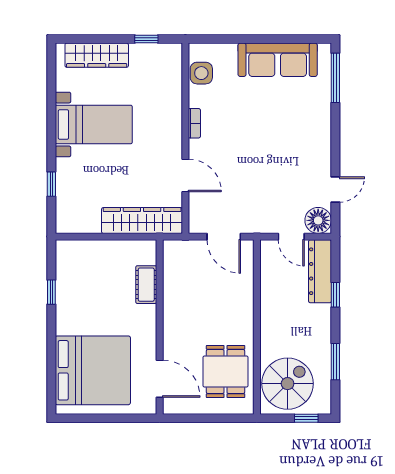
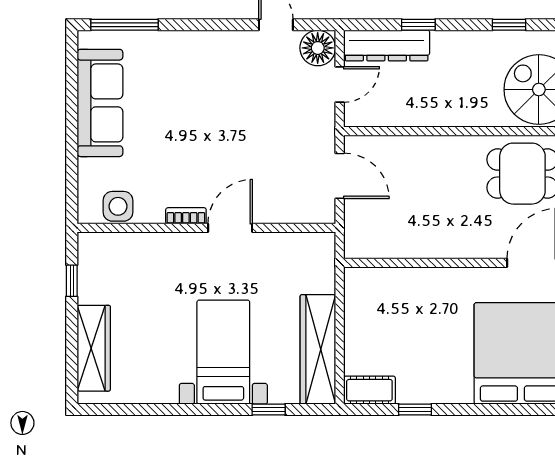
bed with nightstands: (94, 124) -> (223, 352), moved
door: (185, 175) -> (230, 228), moved
wardrobe: (142, 221) -> (318, 349), moved
door: (224, 237) -> (340, 176), hinge flipped
cot: (146, 285) -> (369, 390), moved
window: (335, 362) -> (509, 25), width x0.67

